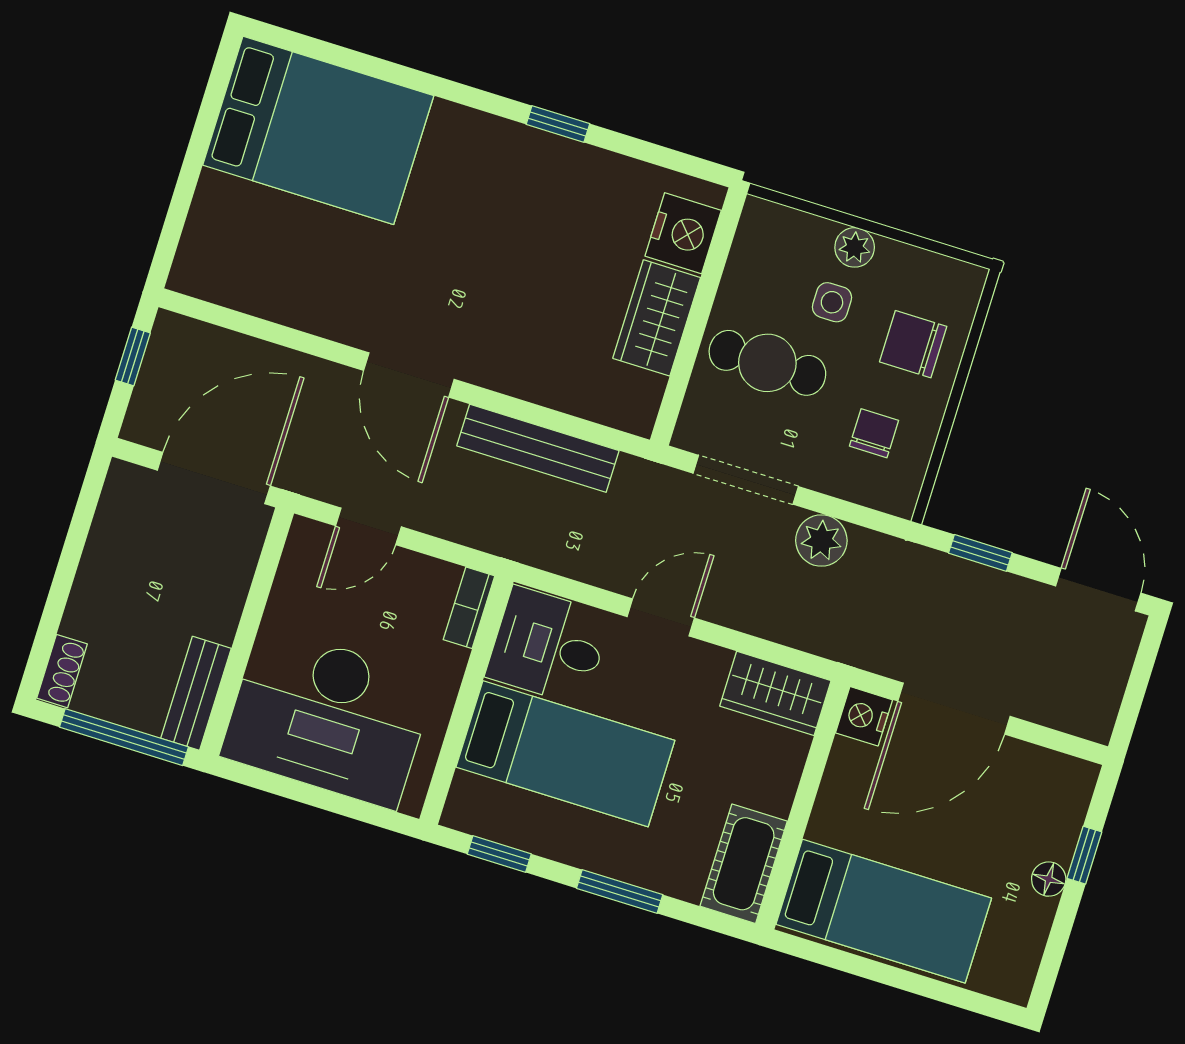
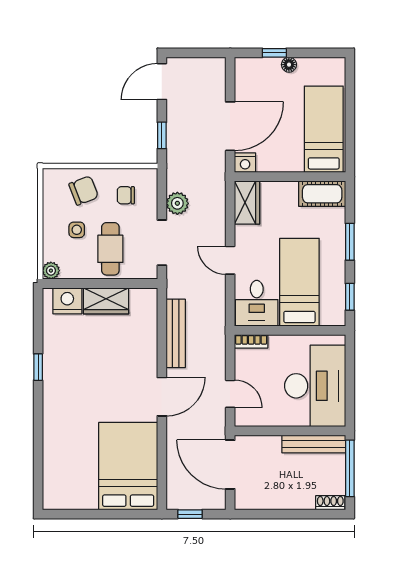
bed: (318, 130) -> (128, 466), moved
plant: (855, 247) -> (51, 271), moved
chair: (913, 344) -> (84, 191), turned -111
bench: (196, 693) -> (314, 444), width x1.36
door: (954, 709) -> (230, 126), hinge flipped

